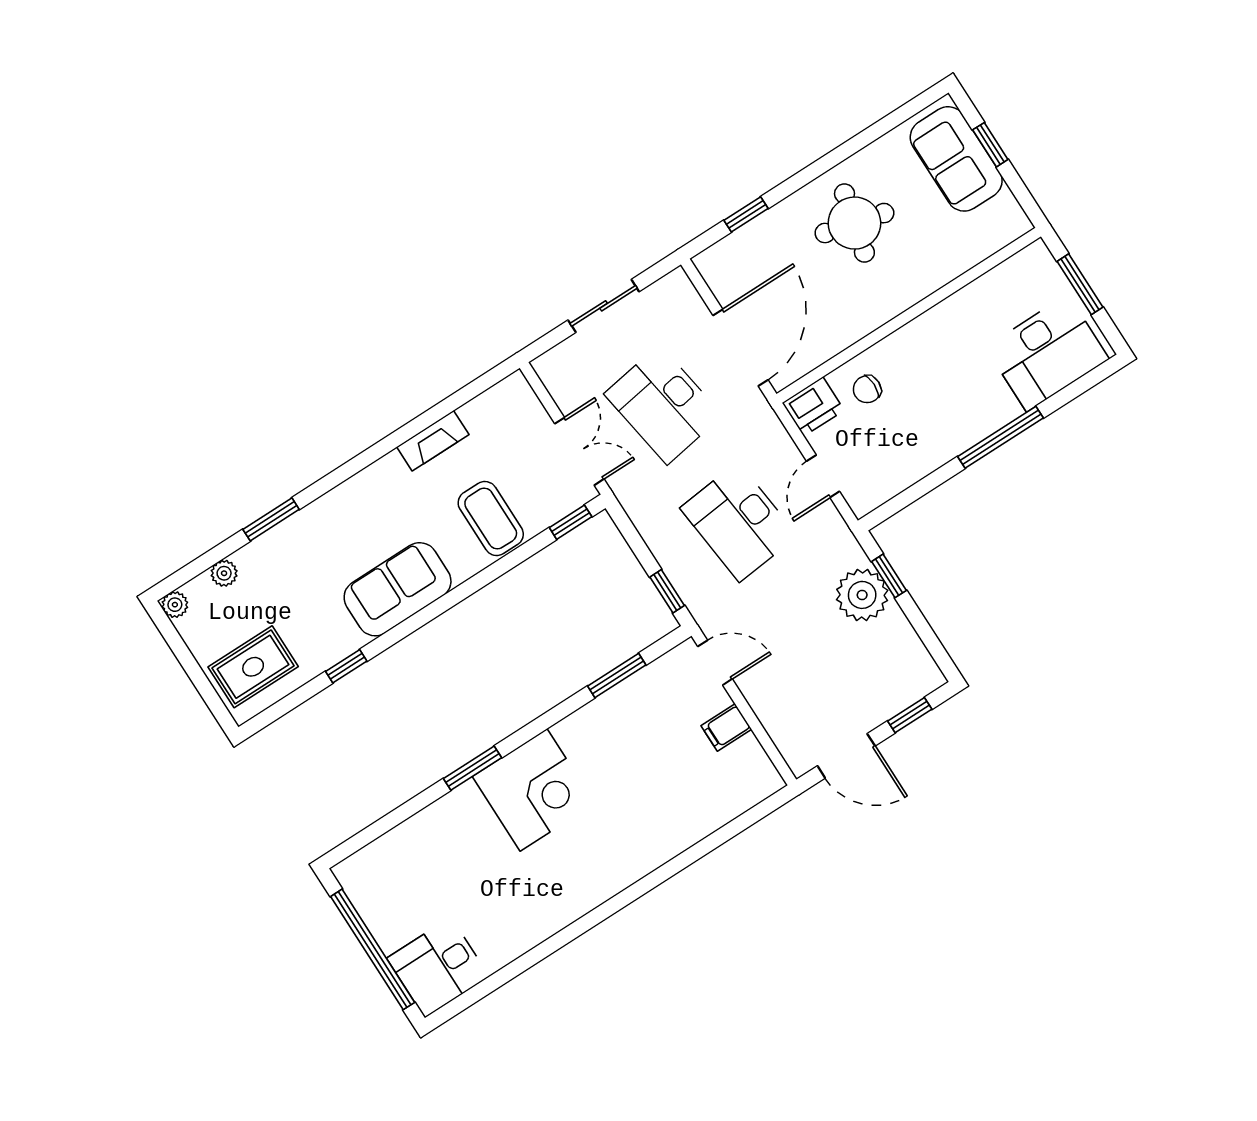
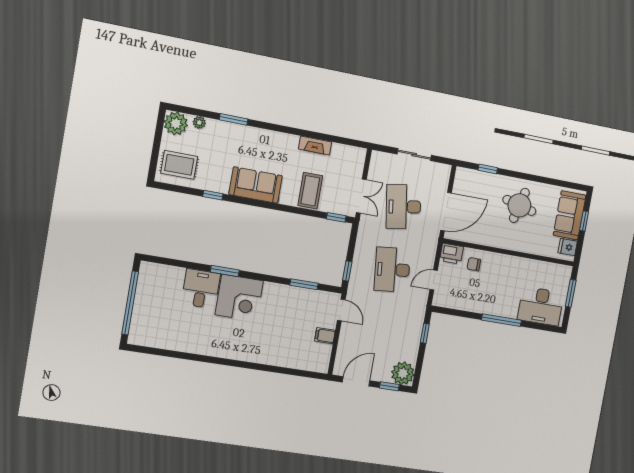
fridge: (1002, 213) -> (568, 247), added
plant: (862, 595) -> (403, 373), moved
plant: (175, 605) -> (176, 123), width x1.87, depth x1.87
door: (846, 756) -> (356, 381), swing flipped
desk: (438, 967) -> (201, 289), moved, turned 90

